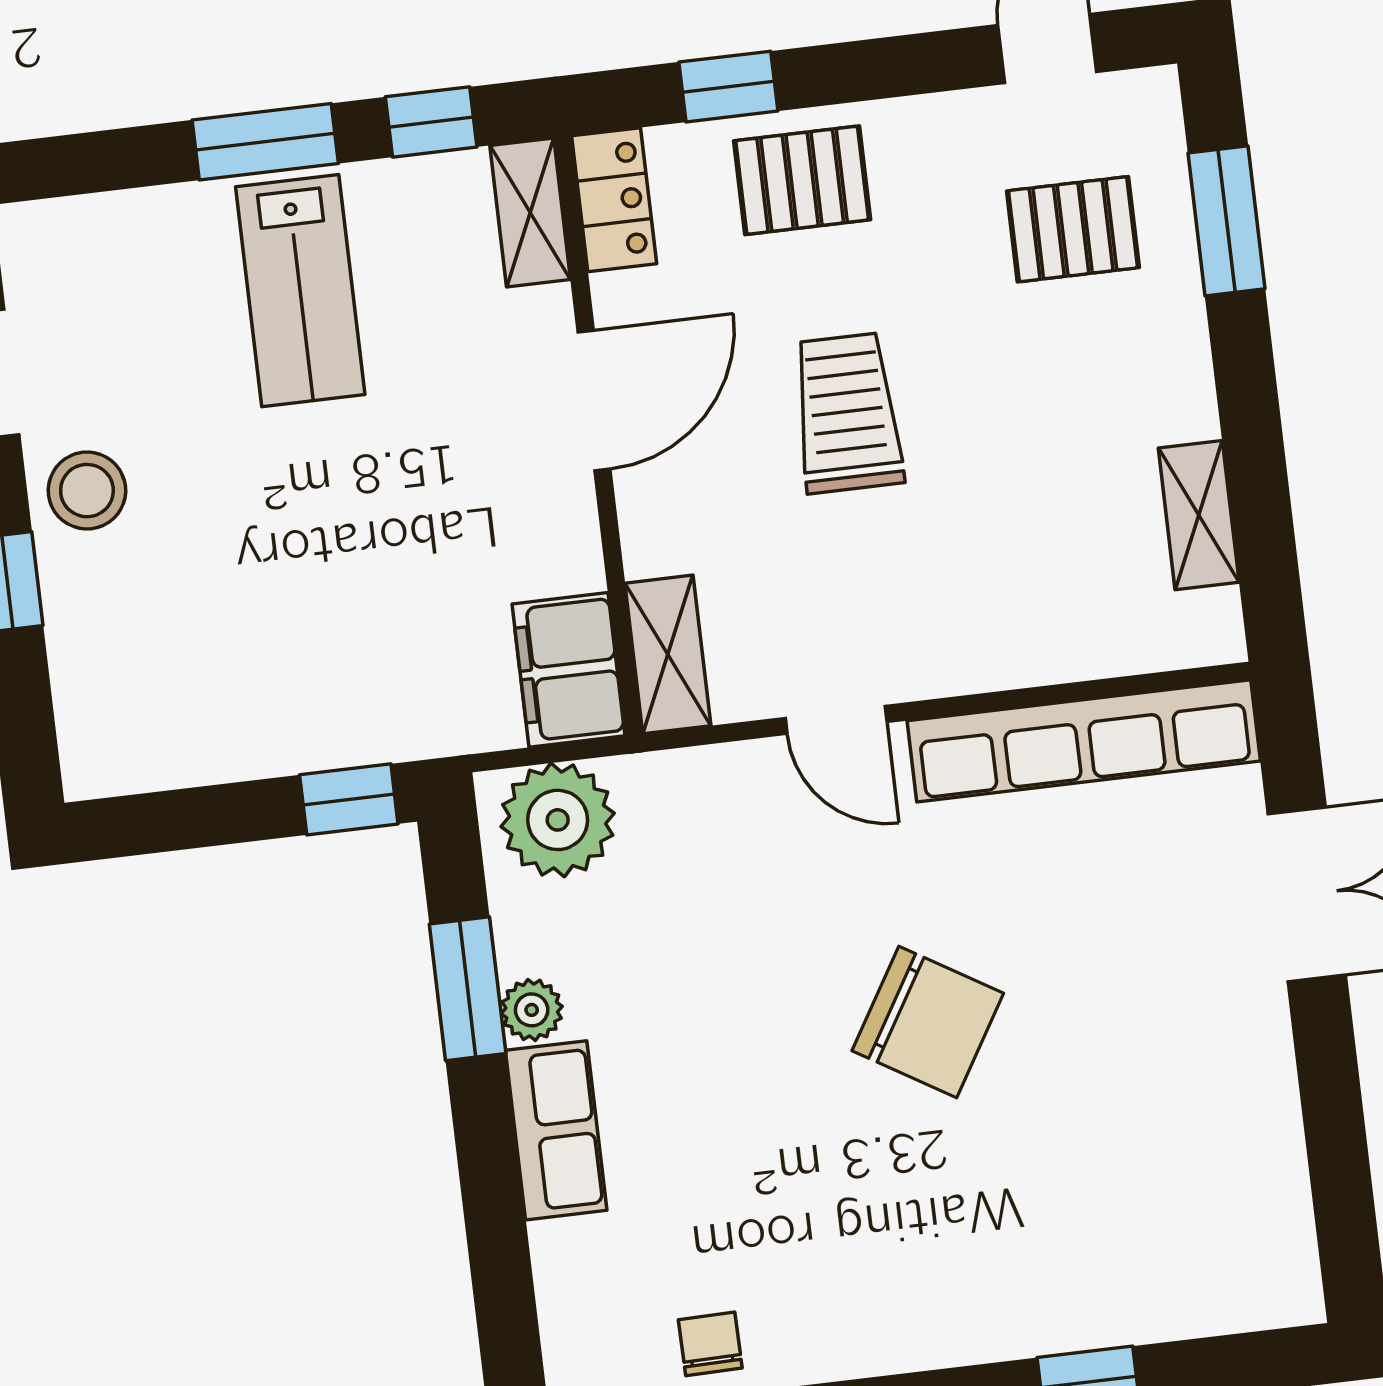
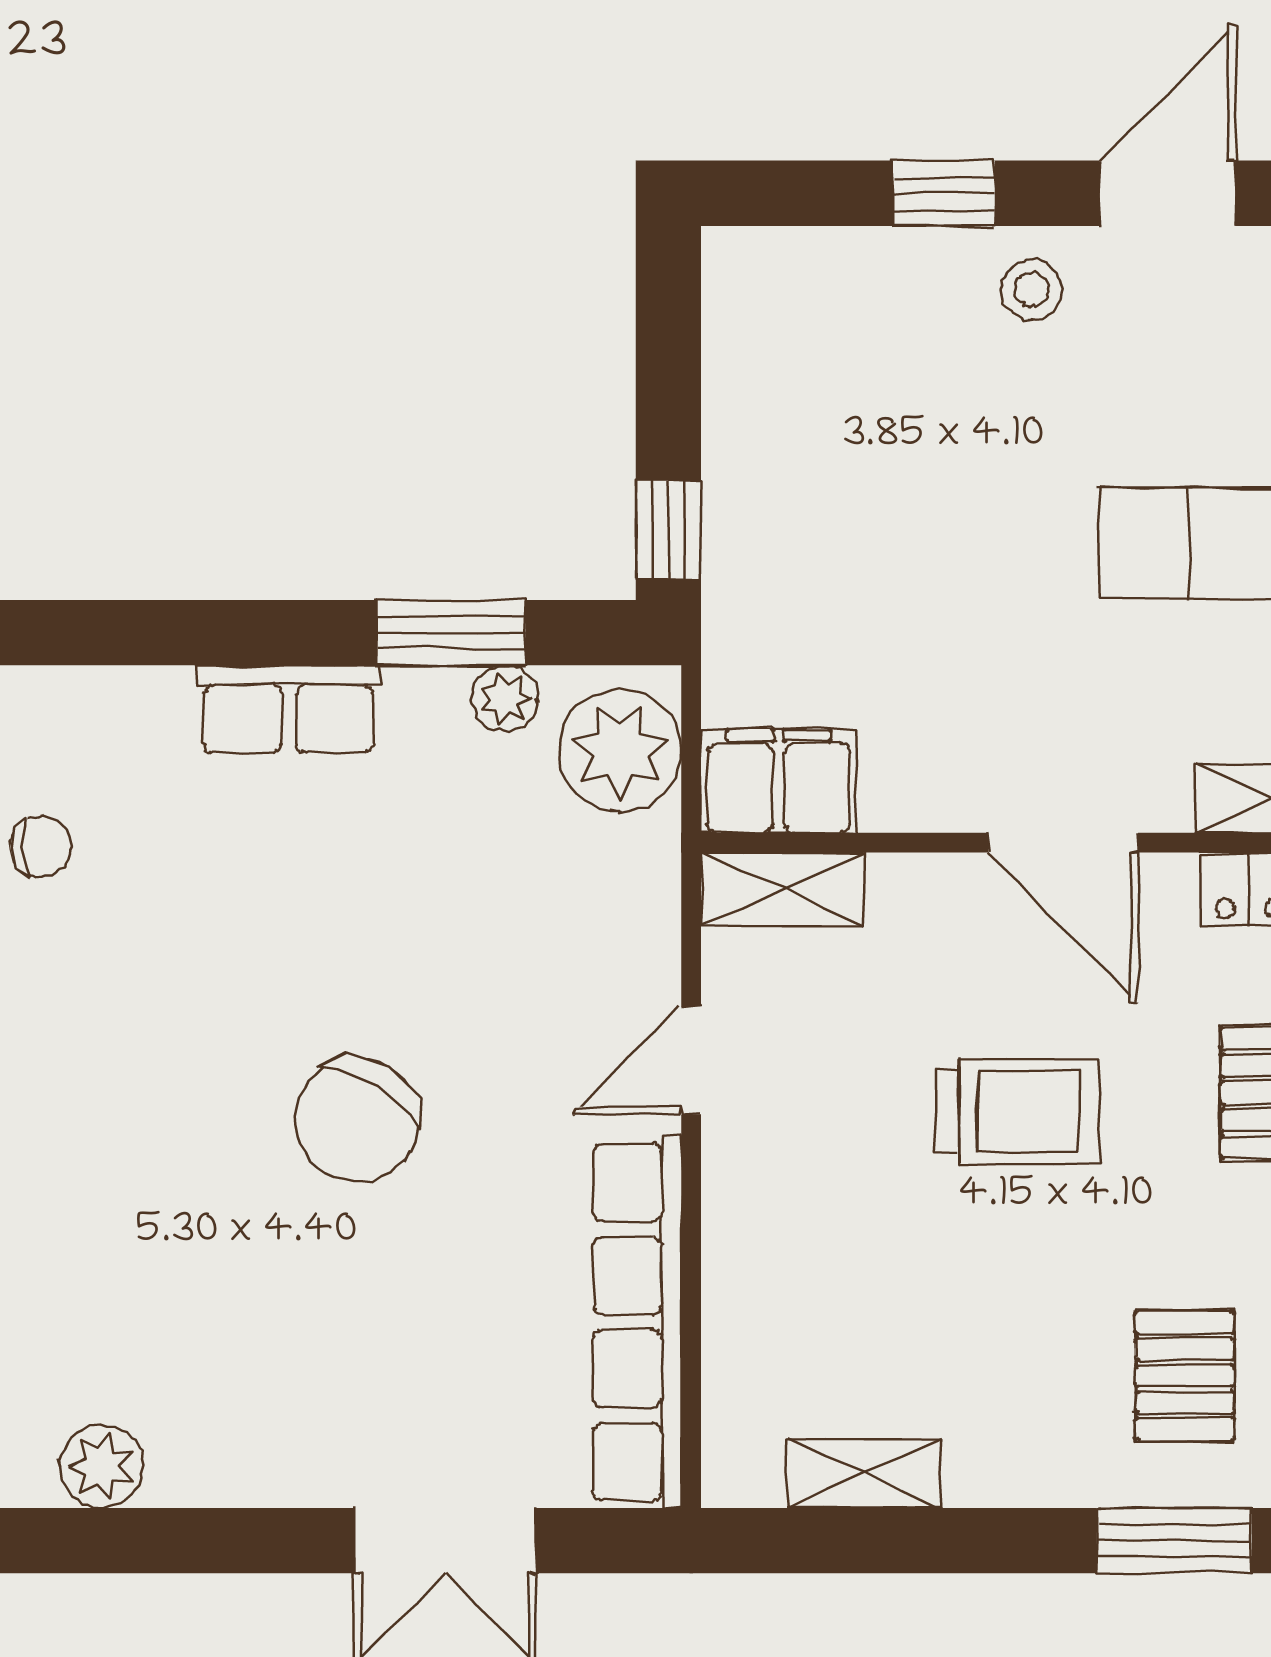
stool: (87, 491) -> (1031, 290), width x0.73, depth x0.73
plant: (532, 1010) -> (505, 698), moved
plant: (1276, 1220) -> (102, 1466), added

